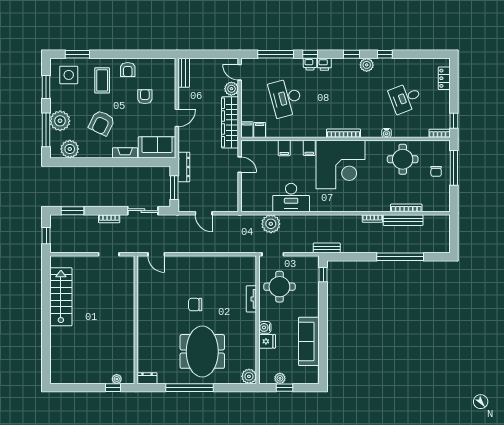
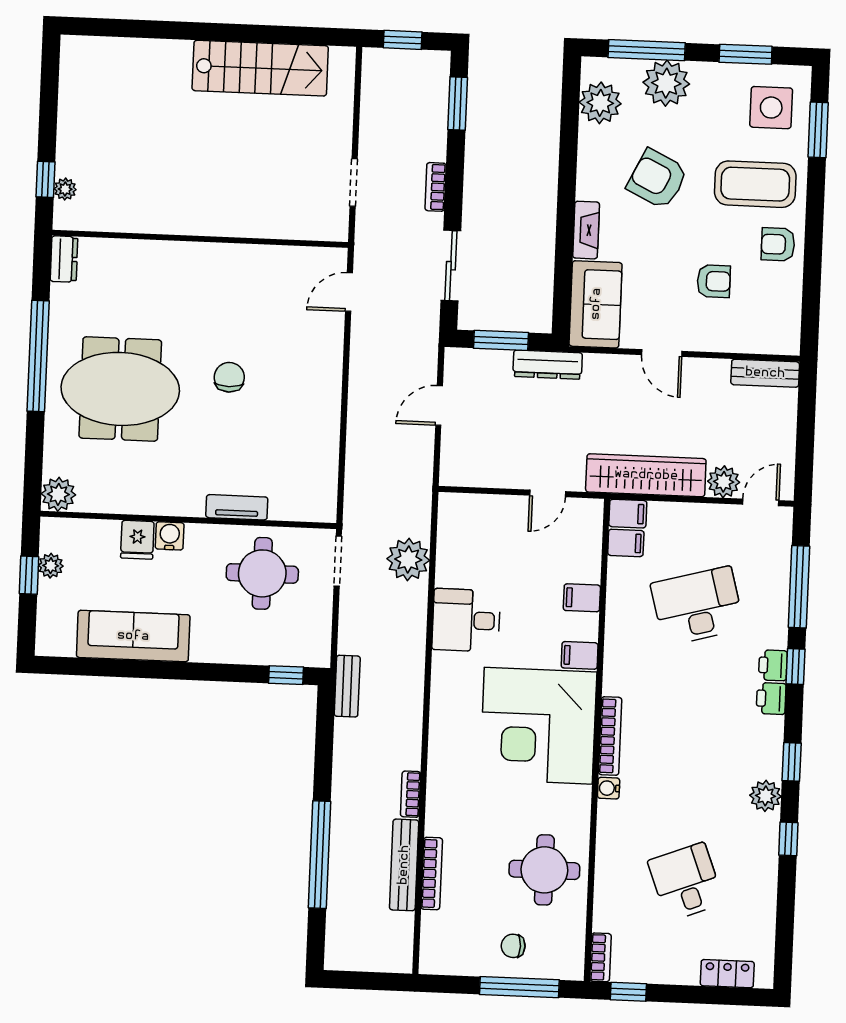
coffee table: (102, 80) -> (755, 184), width x1.36, depth x1.32
water cooler: (387, 133) -> (609, 788), moved
desk: (291, 198) -> (466, 620), width x0.73

